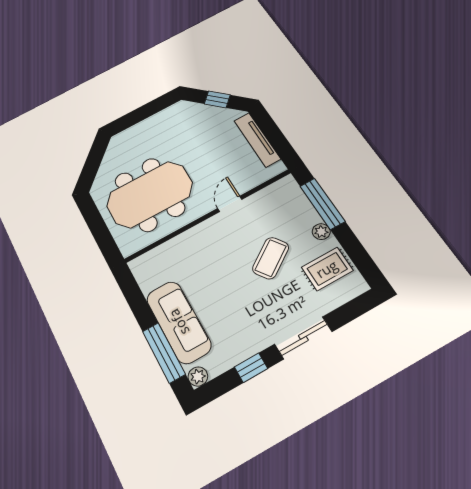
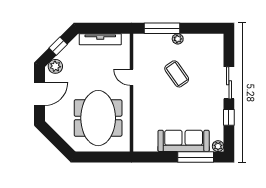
plant: (189, 110) -> (55, 66), added
door: (143, 113) -> (39, 94), added
rug: (327, 269) -> (200, 49), removed

